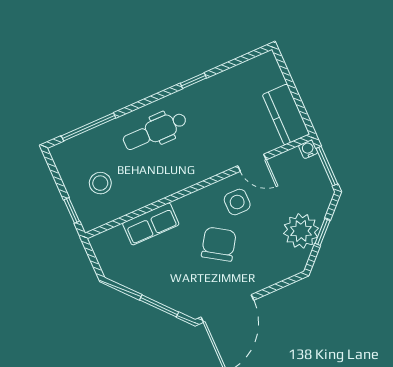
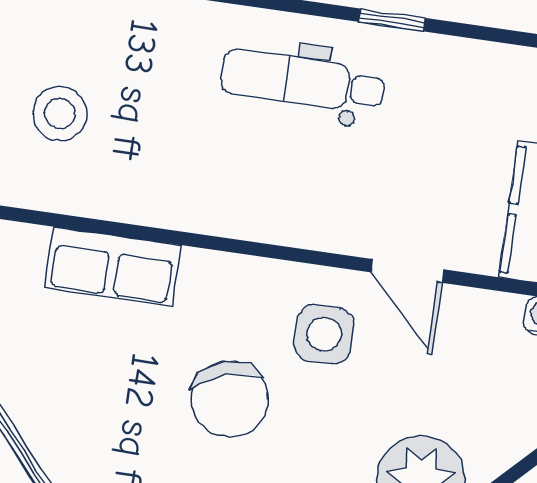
dental chair: (155, 131) -> (303, 81), moved
chair: (219, 244) -> (230, 399), turned 130

